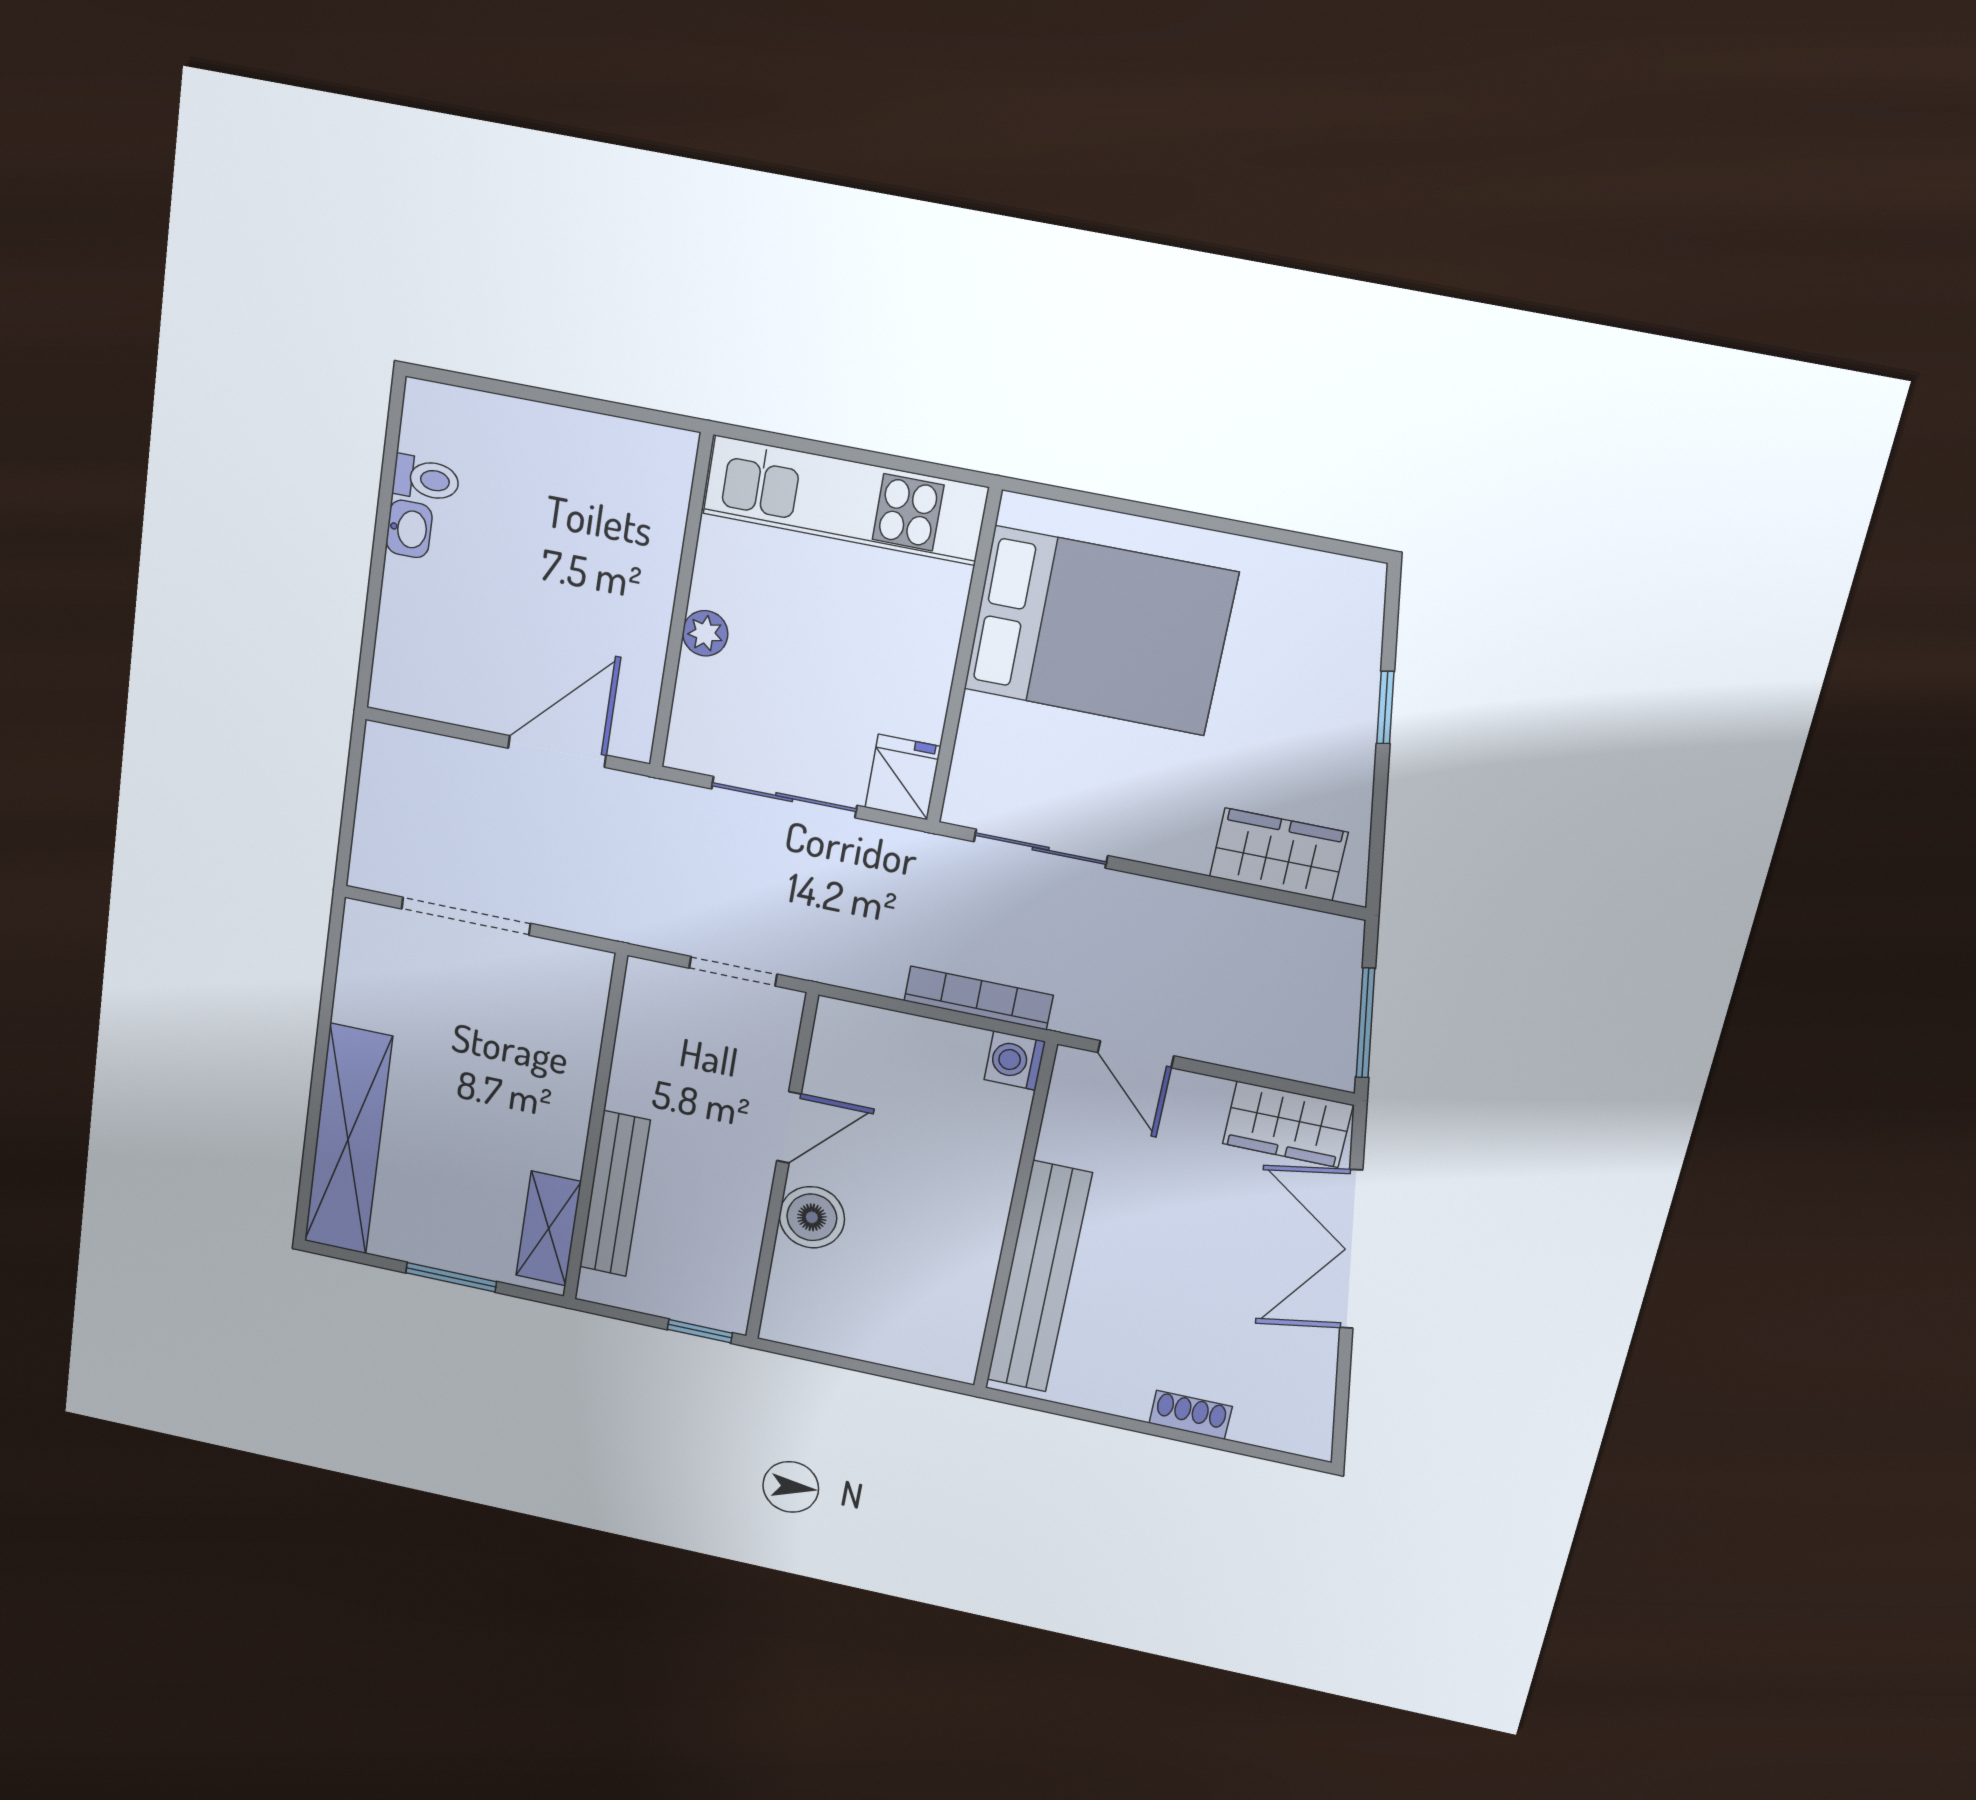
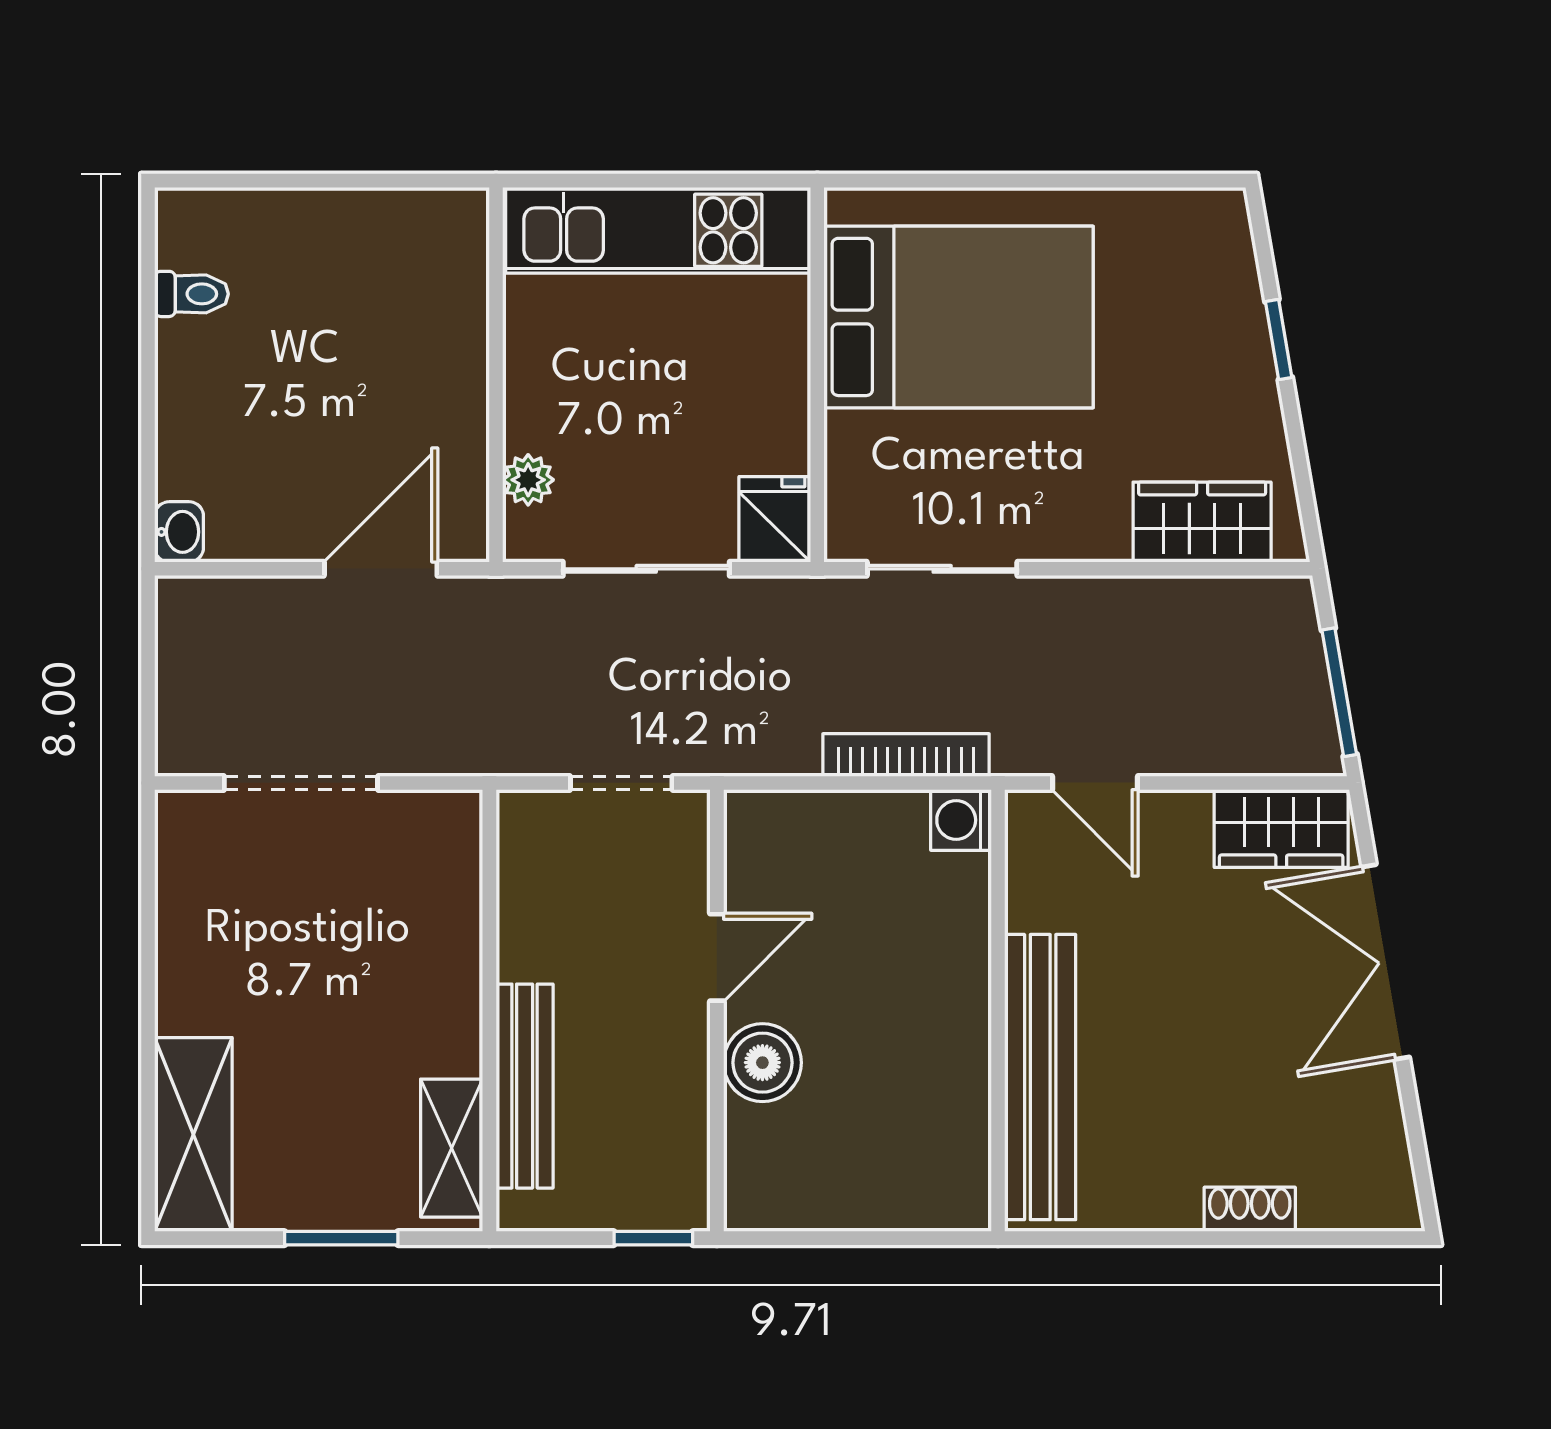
washbasin: (409, 529) -> (179, 532), moved
plant: (705, 633) -> (528, 480), moved
shelving: (348, 1140) -> (193, 1135), width x0.68

